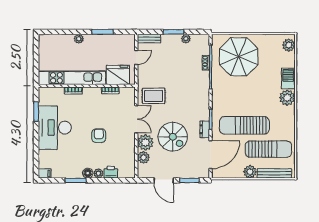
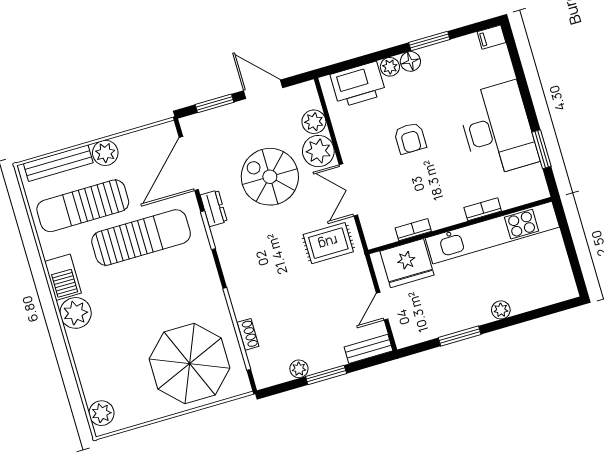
barbecue: (288, 78) -> (63, 277), moved
printer: (111, 172) -> (358, 84), width x1.87, depth x1.48

